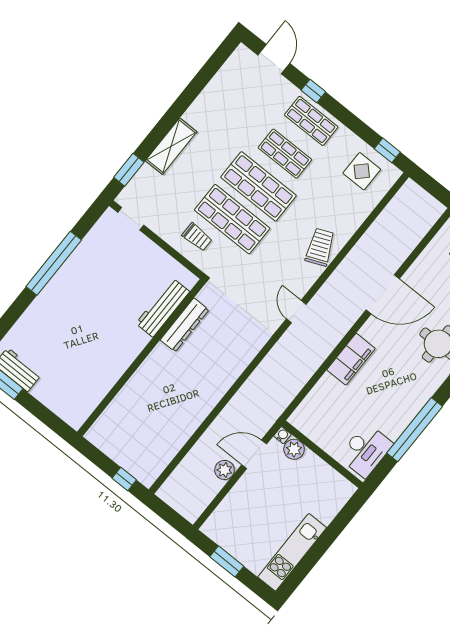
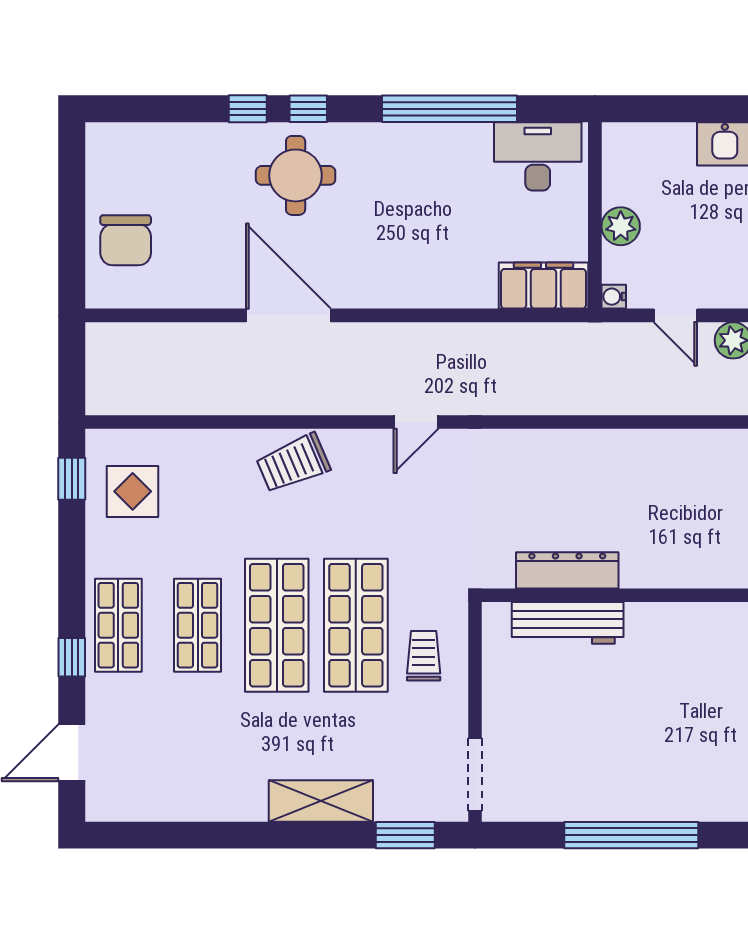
doorway: (131, 219) -> (475, 774), width x1.38
filing cabinet: (351, 359) -> (543, 286), moved
plant: (294, 449) -> (621, 226), moved
door: (254, 454) -> (675, 315), width x0.73

